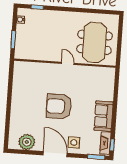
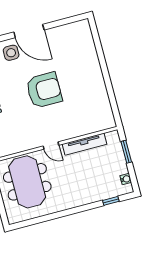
tv unit: (42, 56) -> (85, 144), added
plant: (27, 142) -> (68, 34), removed

